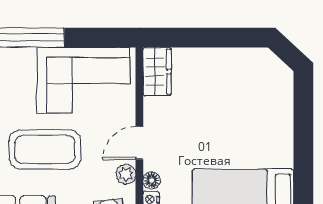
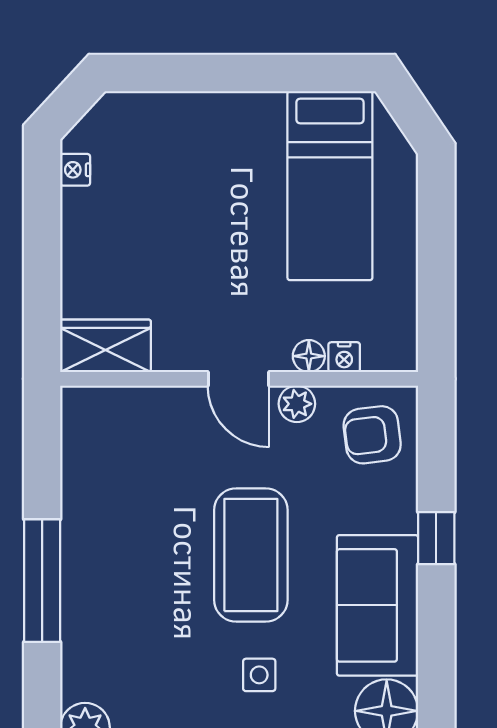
nightstand: (252, 55) -> (75, 170), added
corner sofa: (83, 80) -> (122, 483), removed

